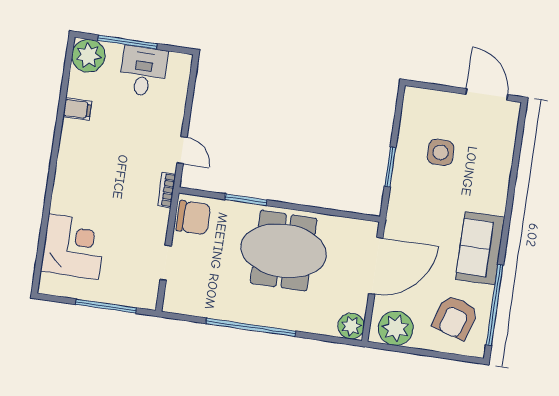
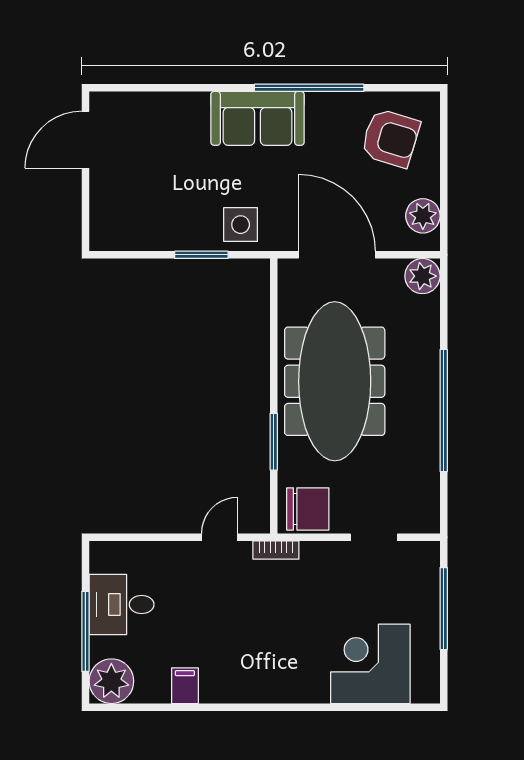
side table: (441, 152) -> (241, 225), moved
chair: (193, 218) -> (308, 509), turned 90
sofa: (480, 248) -> (258, 118), moved
meeting table: (284, 251) -> (335, 381), width x1.36
window: (495, 305) -> (309, 88), moved
plant: (396, 328) -> (423, 216), width x0.73, depth x0.73

